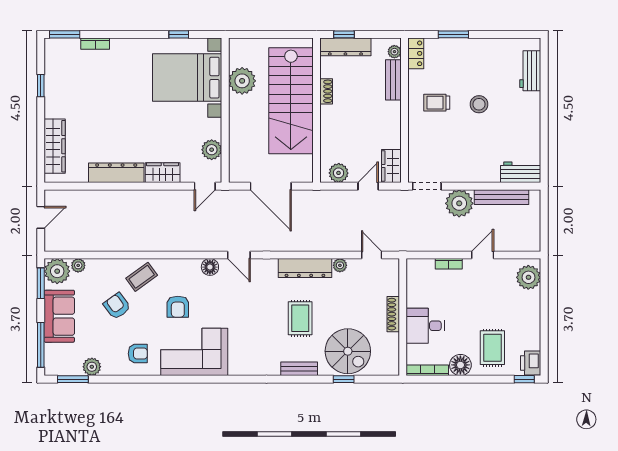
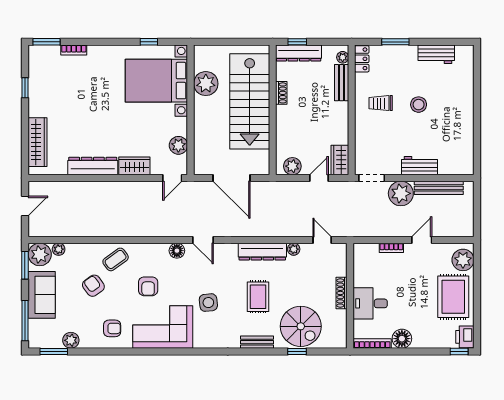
workbench: (530, 71) -> (436, 54), moved, turned -90
workbench: (521, 172) -> (419, 166), moved
side table: (245, 325) -> (208, 303), added
rug: (492, 348) -> (453, 297), moved, width x1.36, depth x1.43

